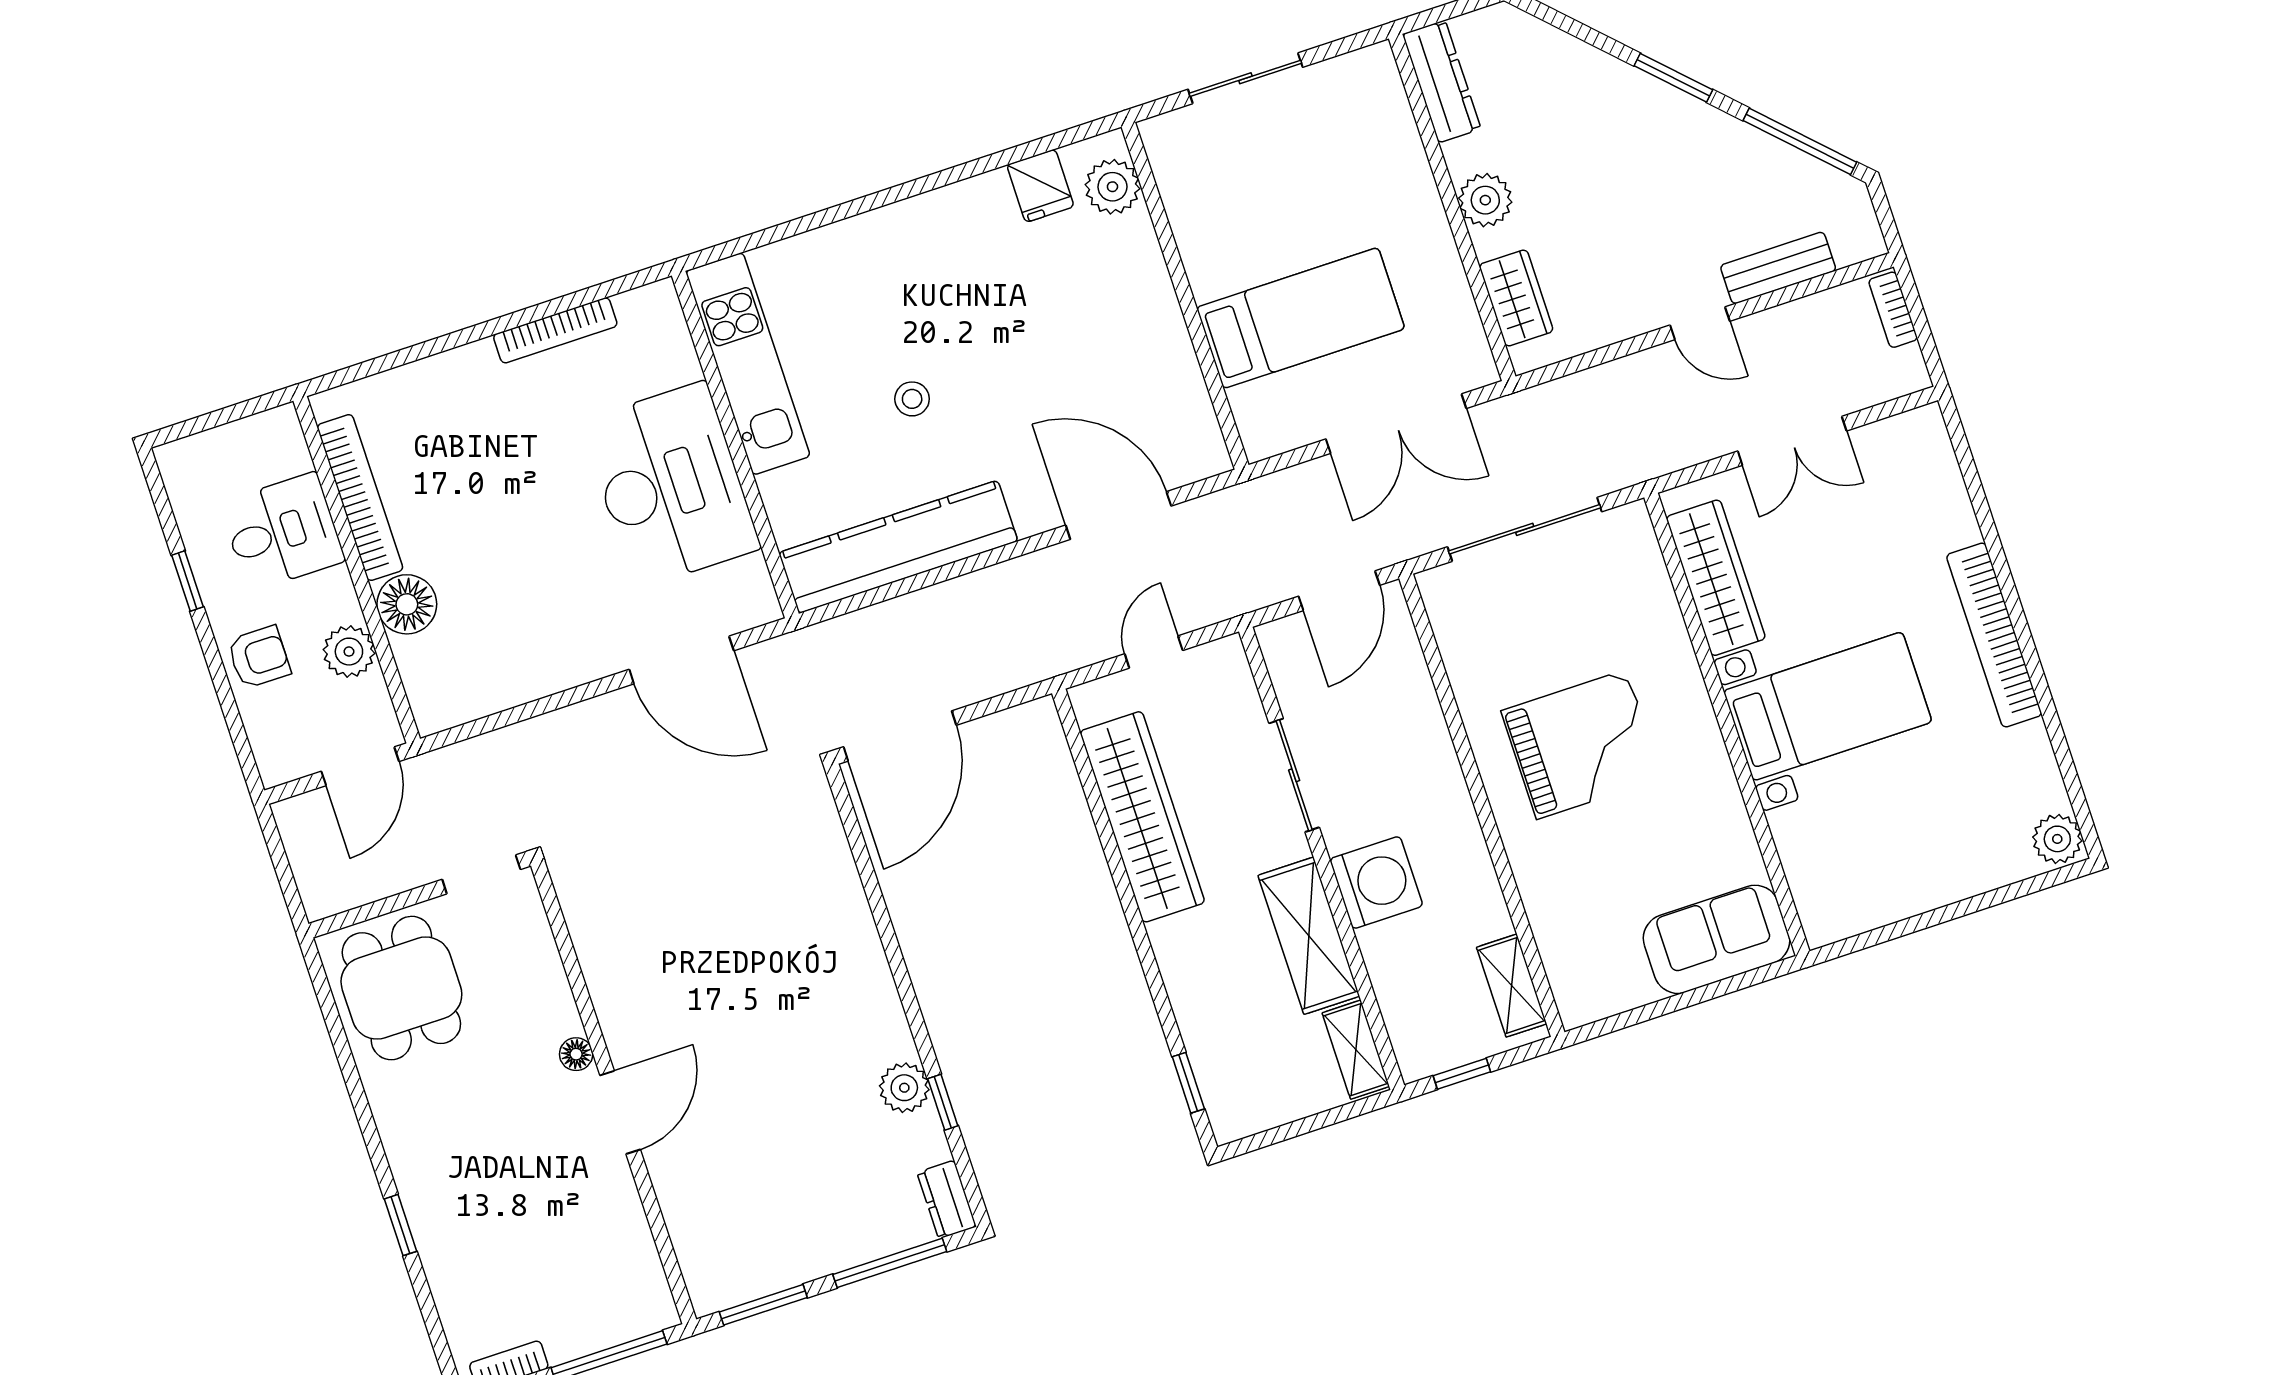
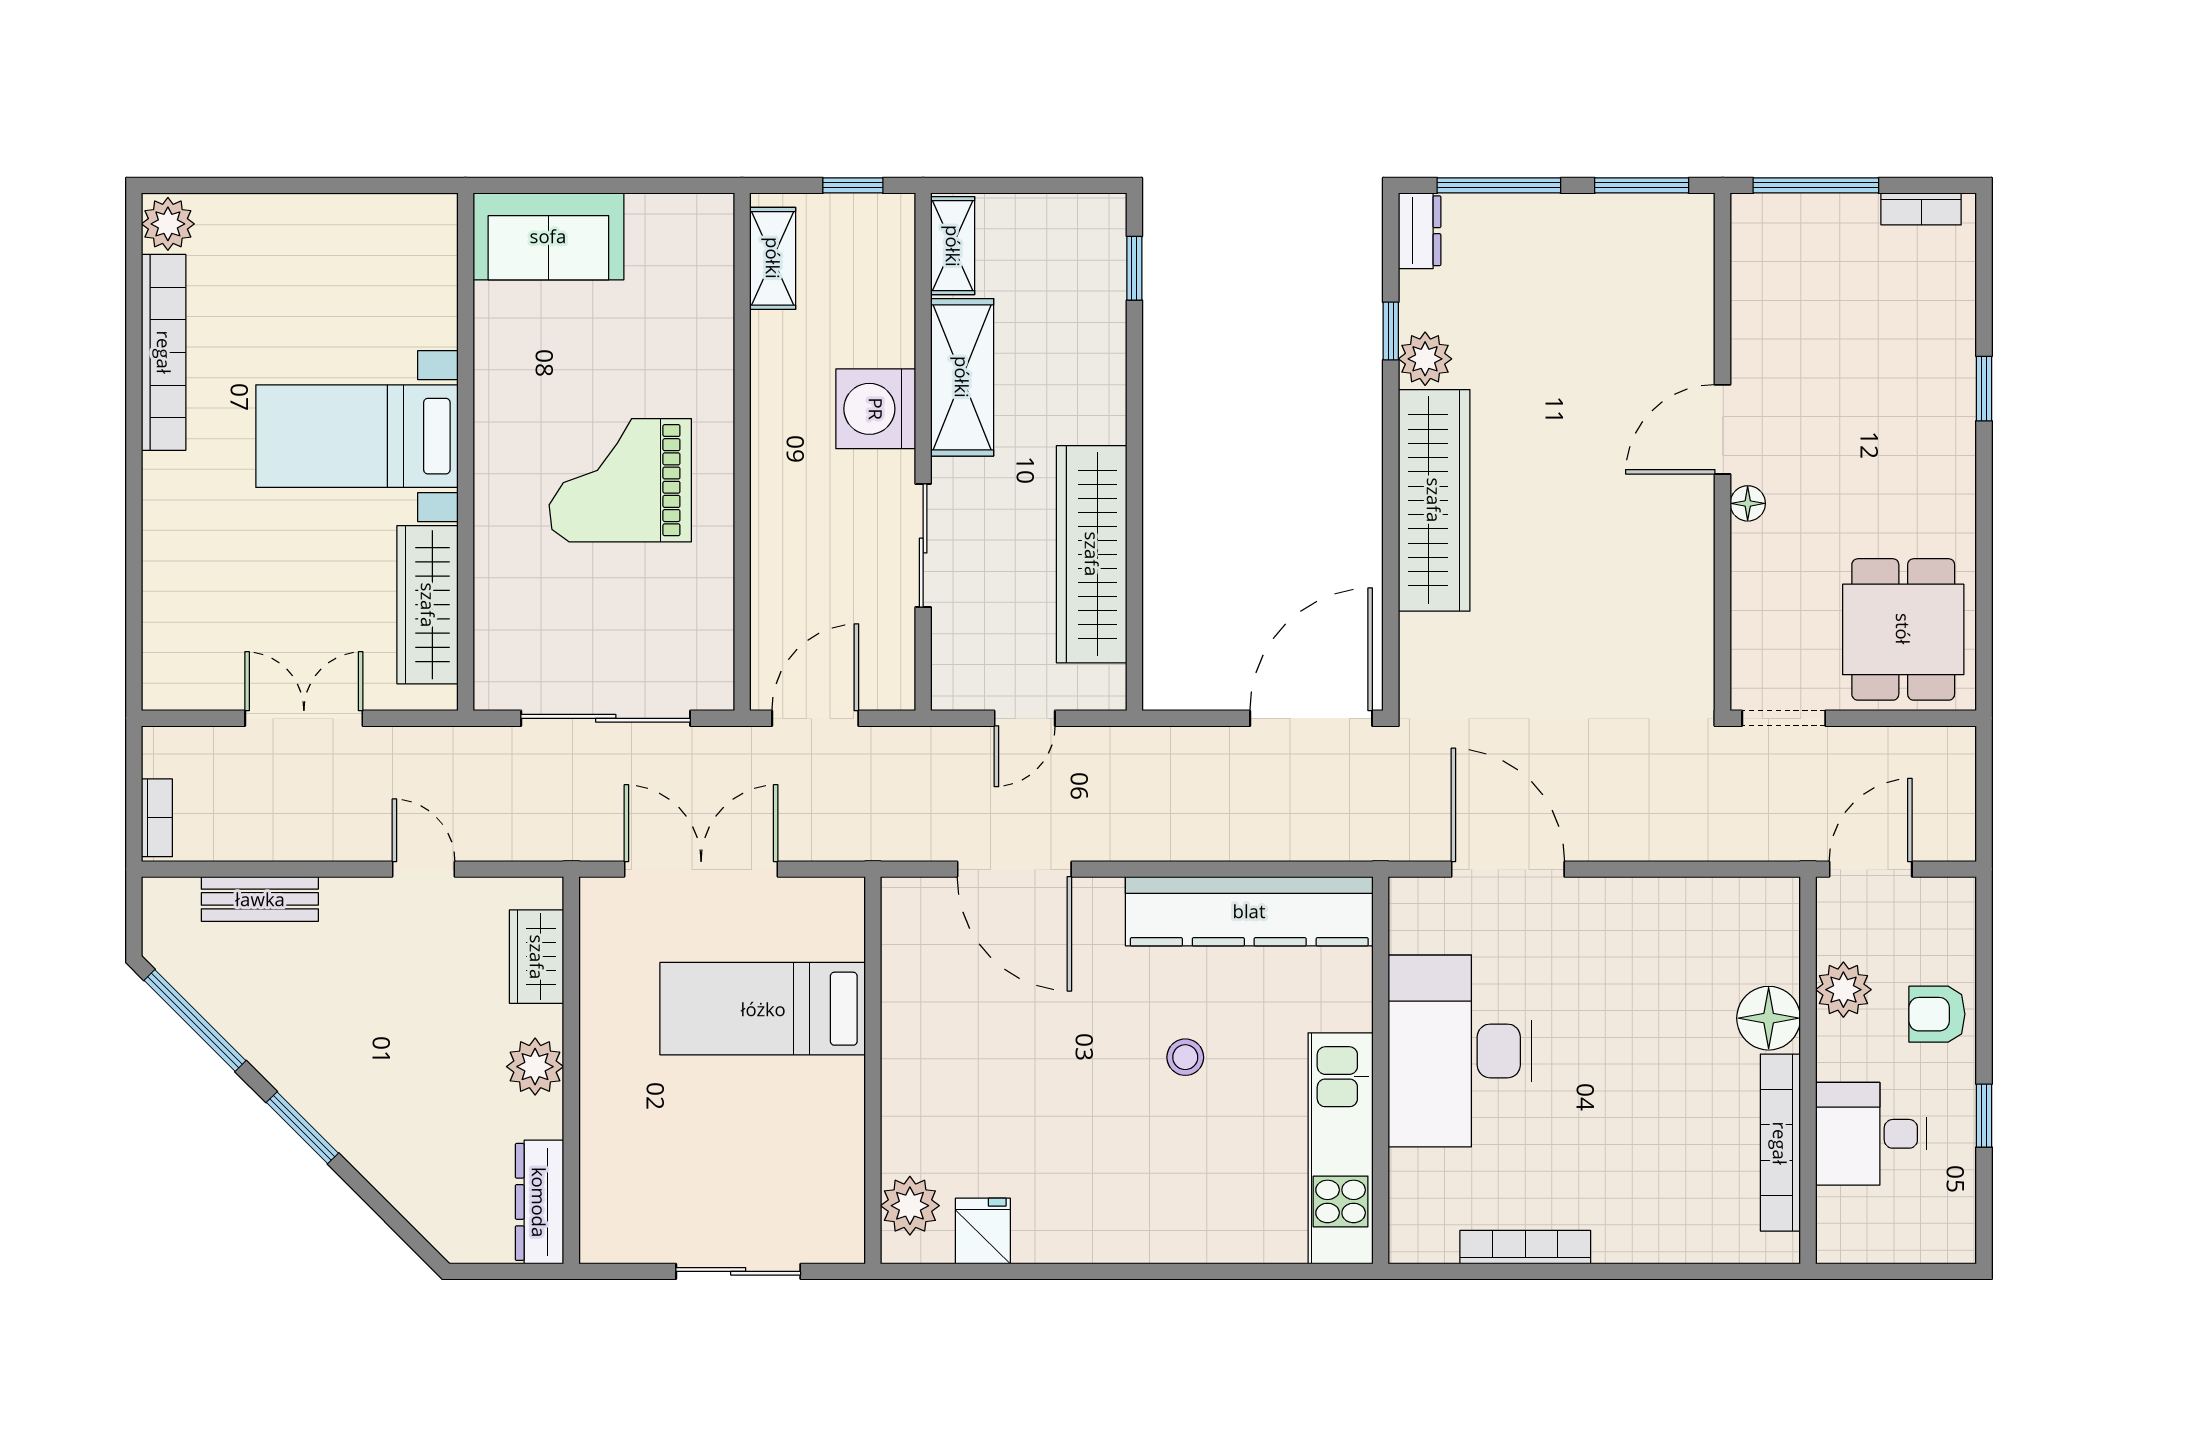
door: (1700, 323) -> (424, 869), moved
bookcase: (1994, 635) -> (164, 352), moved
wardrobe: (855, 965) -> (1434, 500), added

